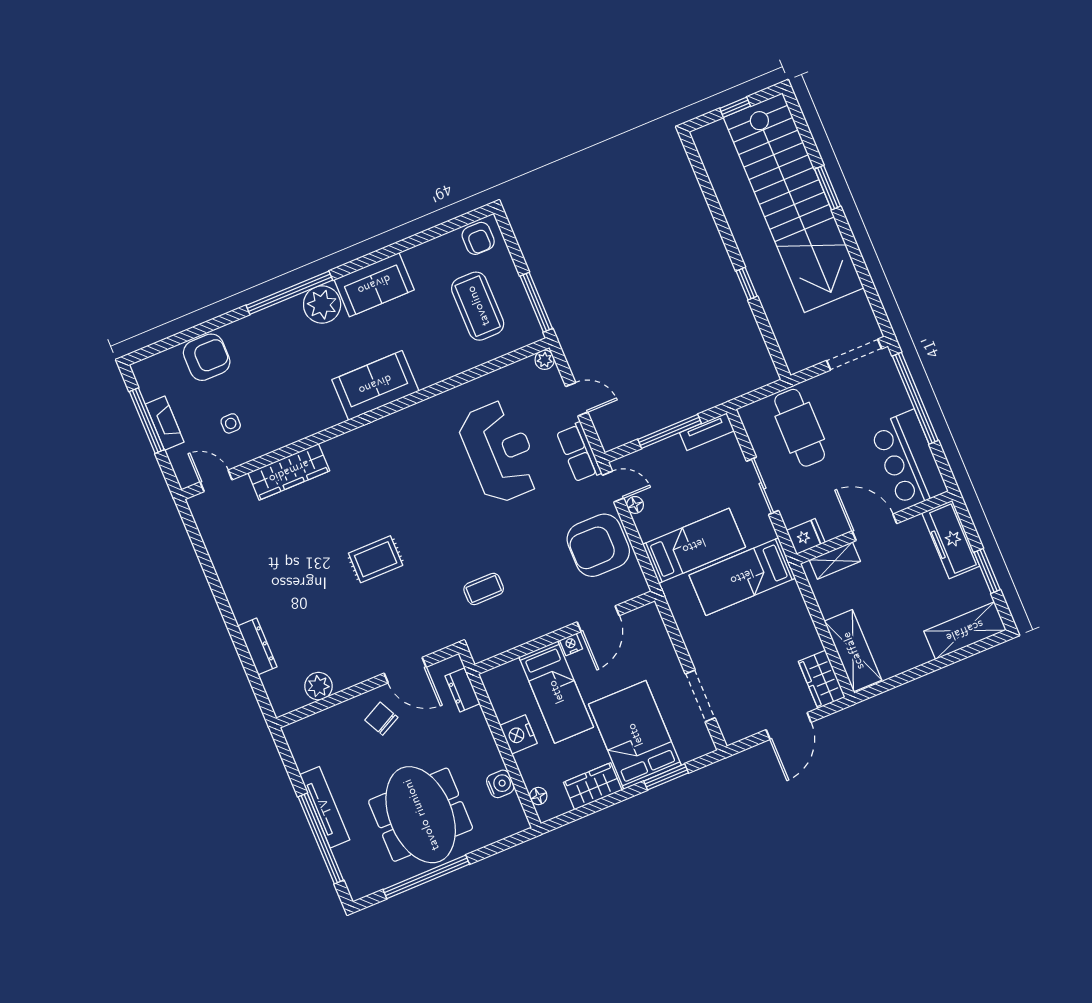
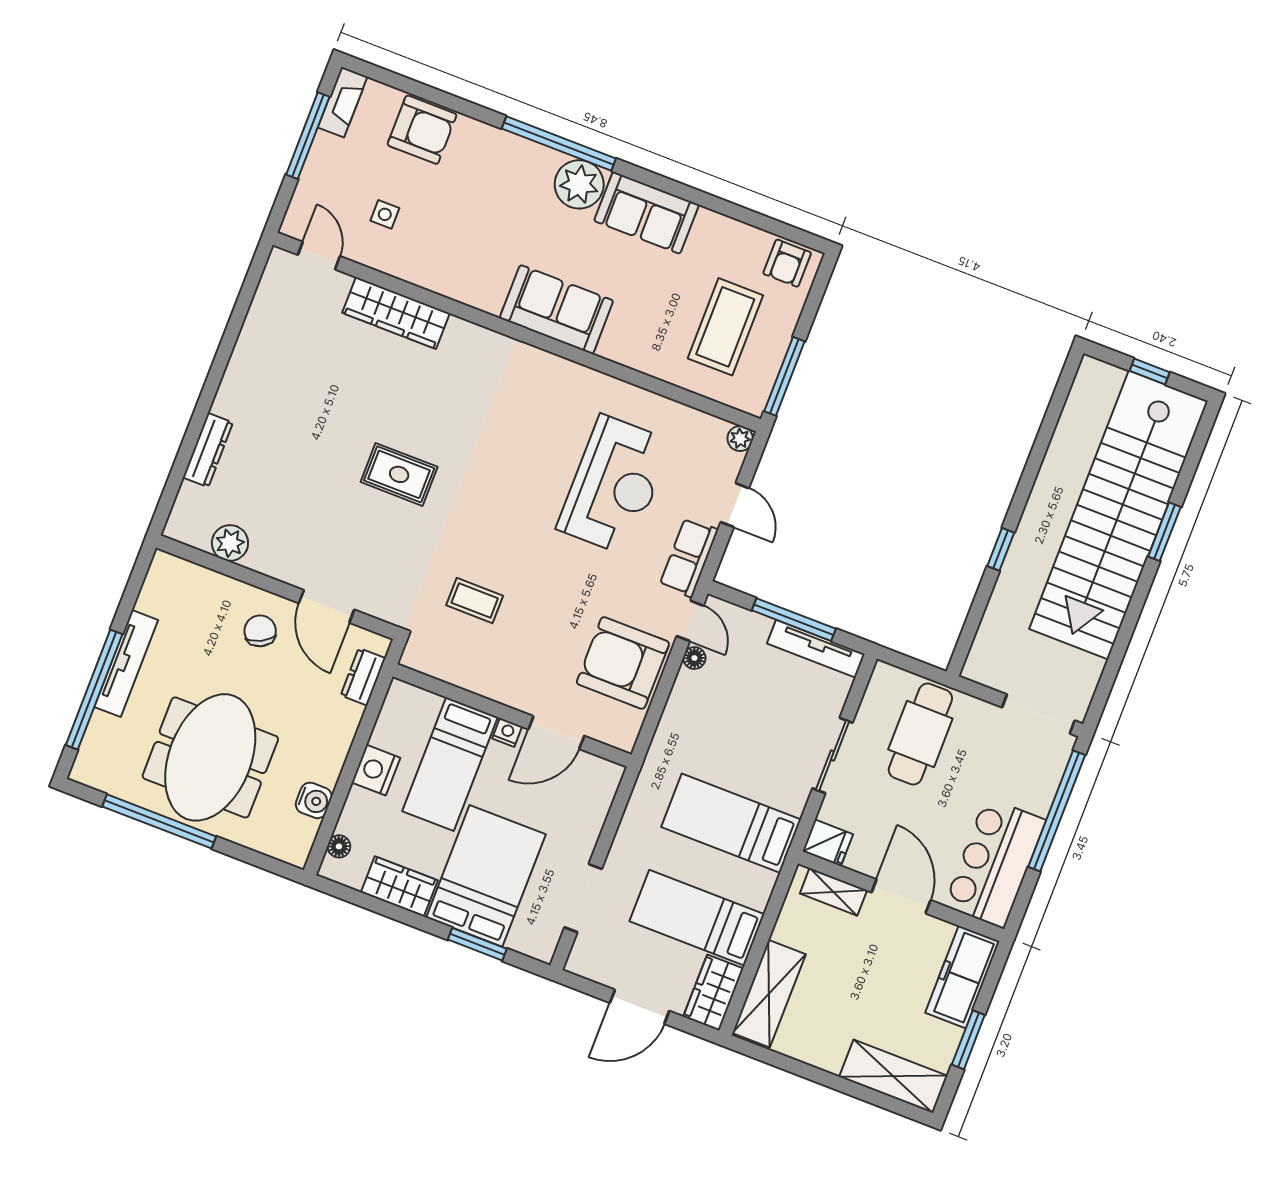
fireplace: (165, 423) -> (343, 102), moved
tv unit: (707, 432) -> (816, 649), width x1.41
bed: (694, 546) -> (697, 918), moved, turned 180

